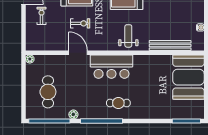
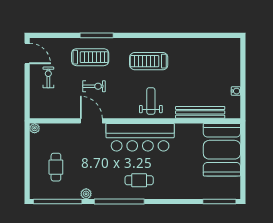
bar counter: (111, 67) -> (140, 137), width x1.36
cafe table: (48, 92) -> (56, 167), width x0.73, depth x0.74

